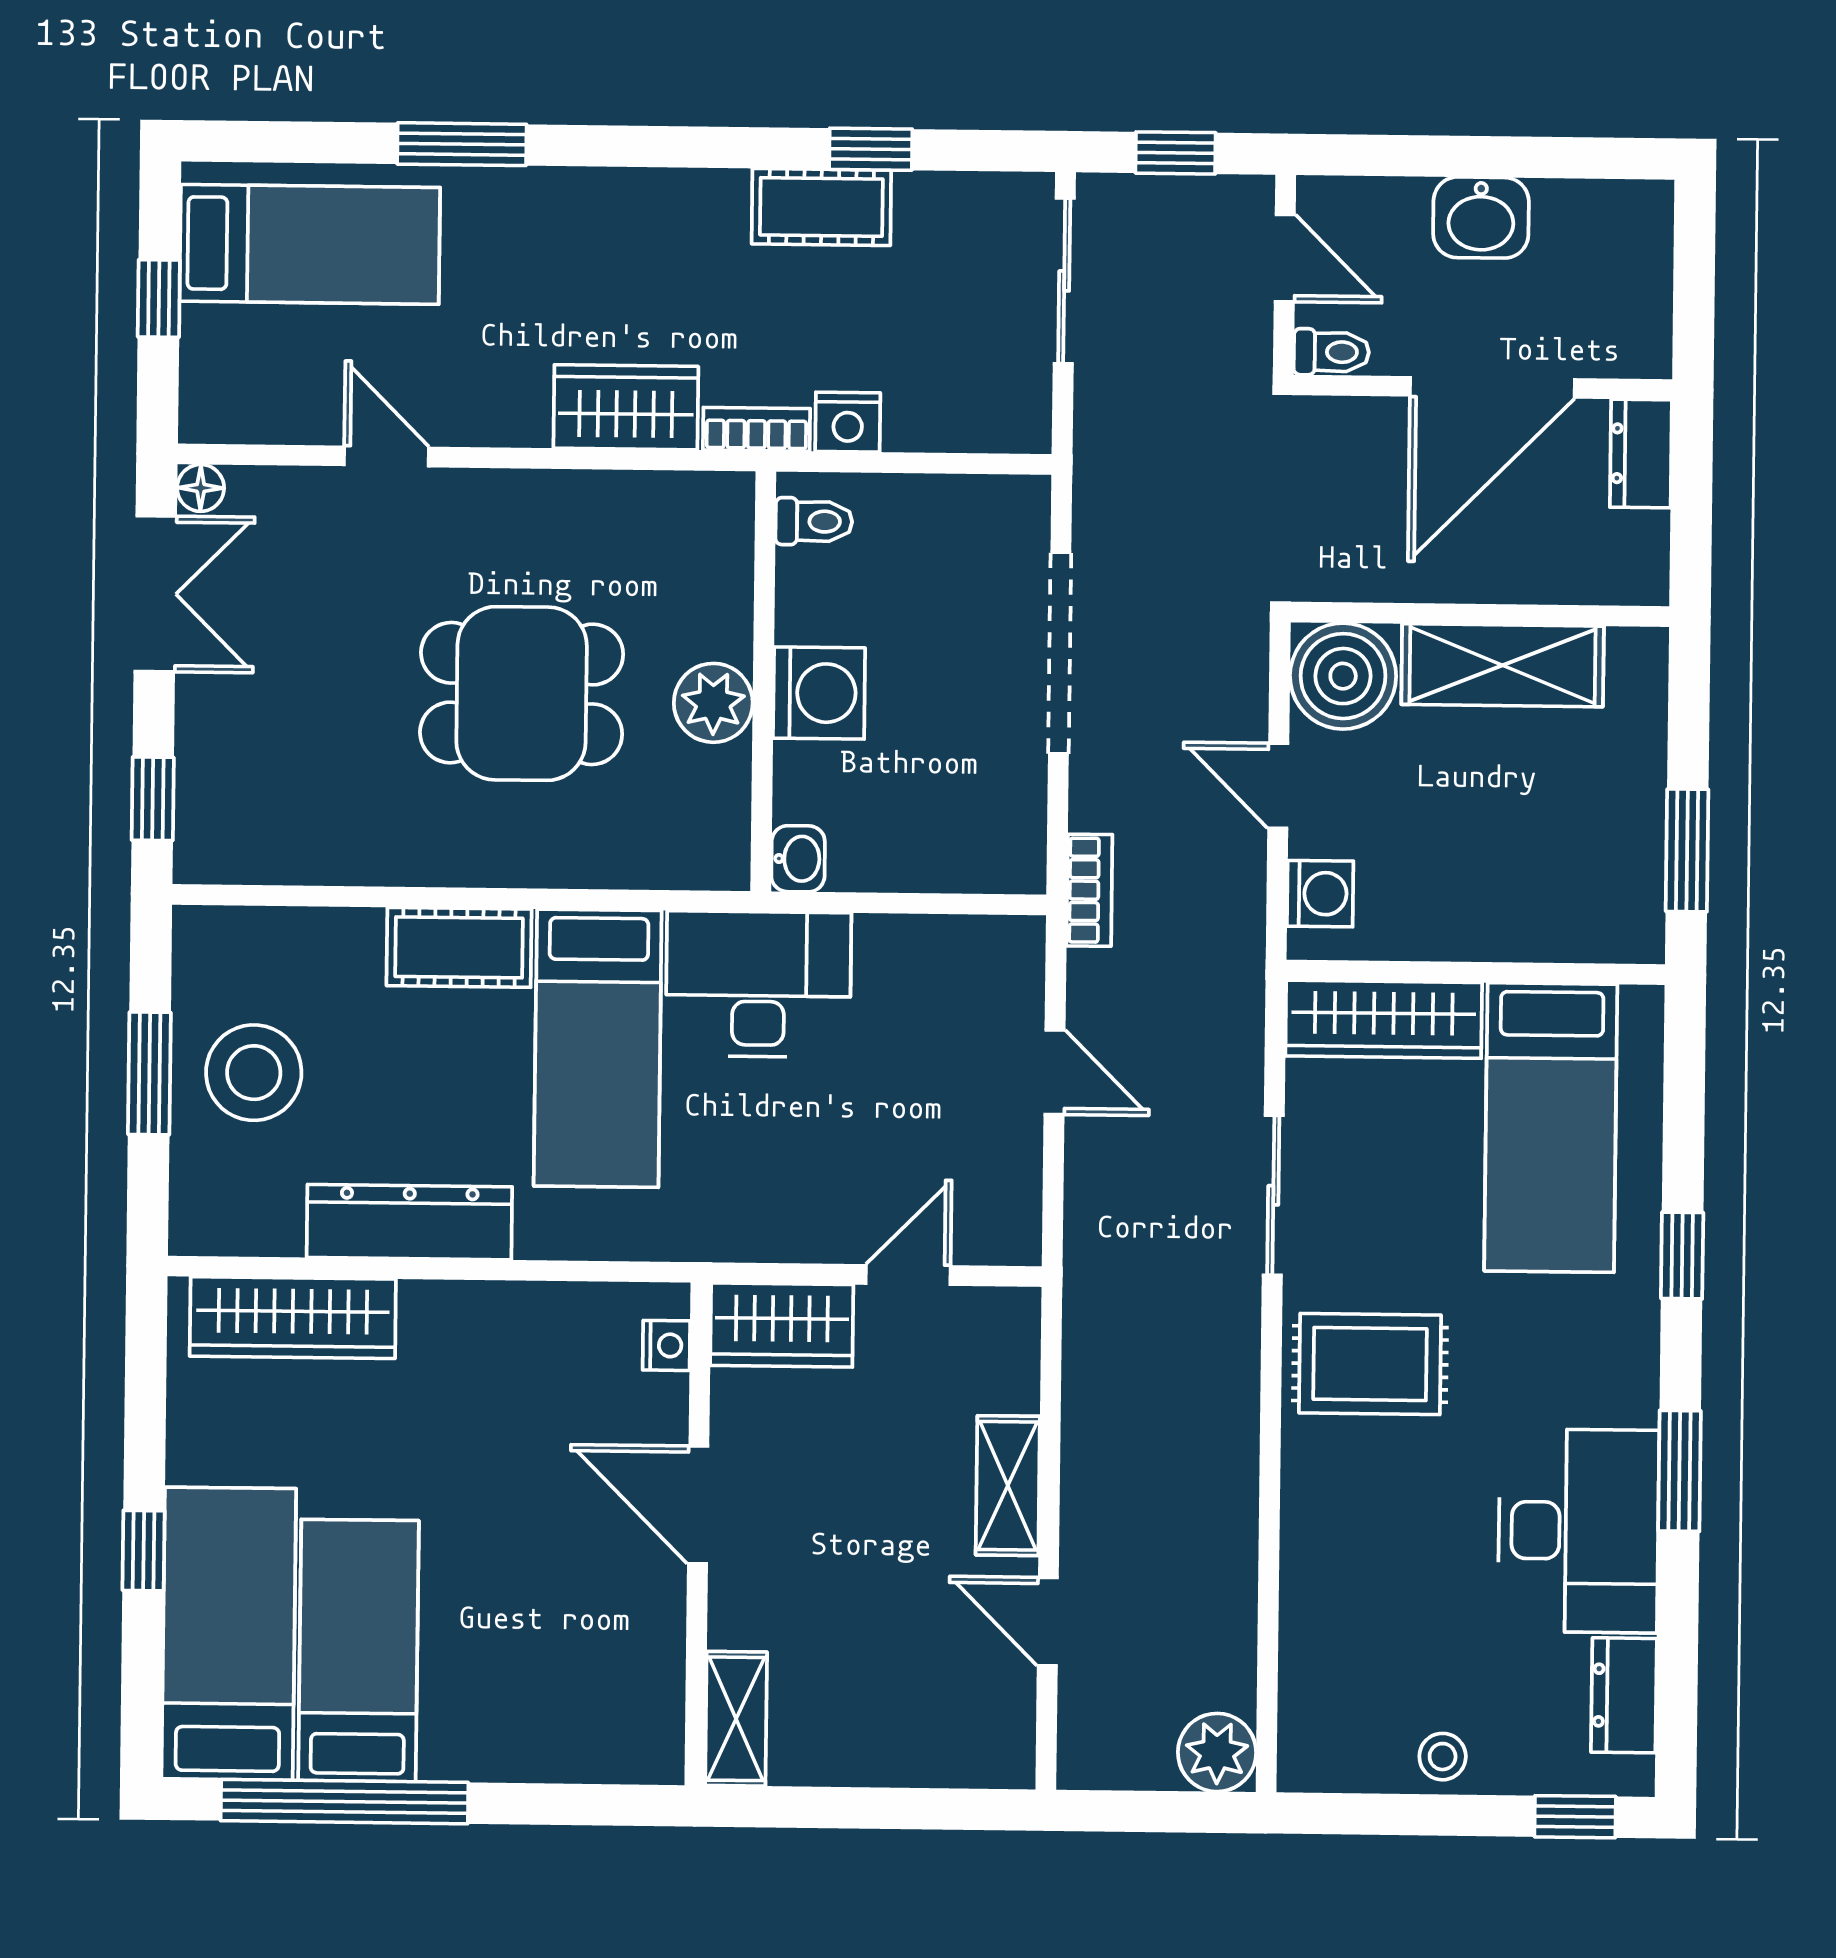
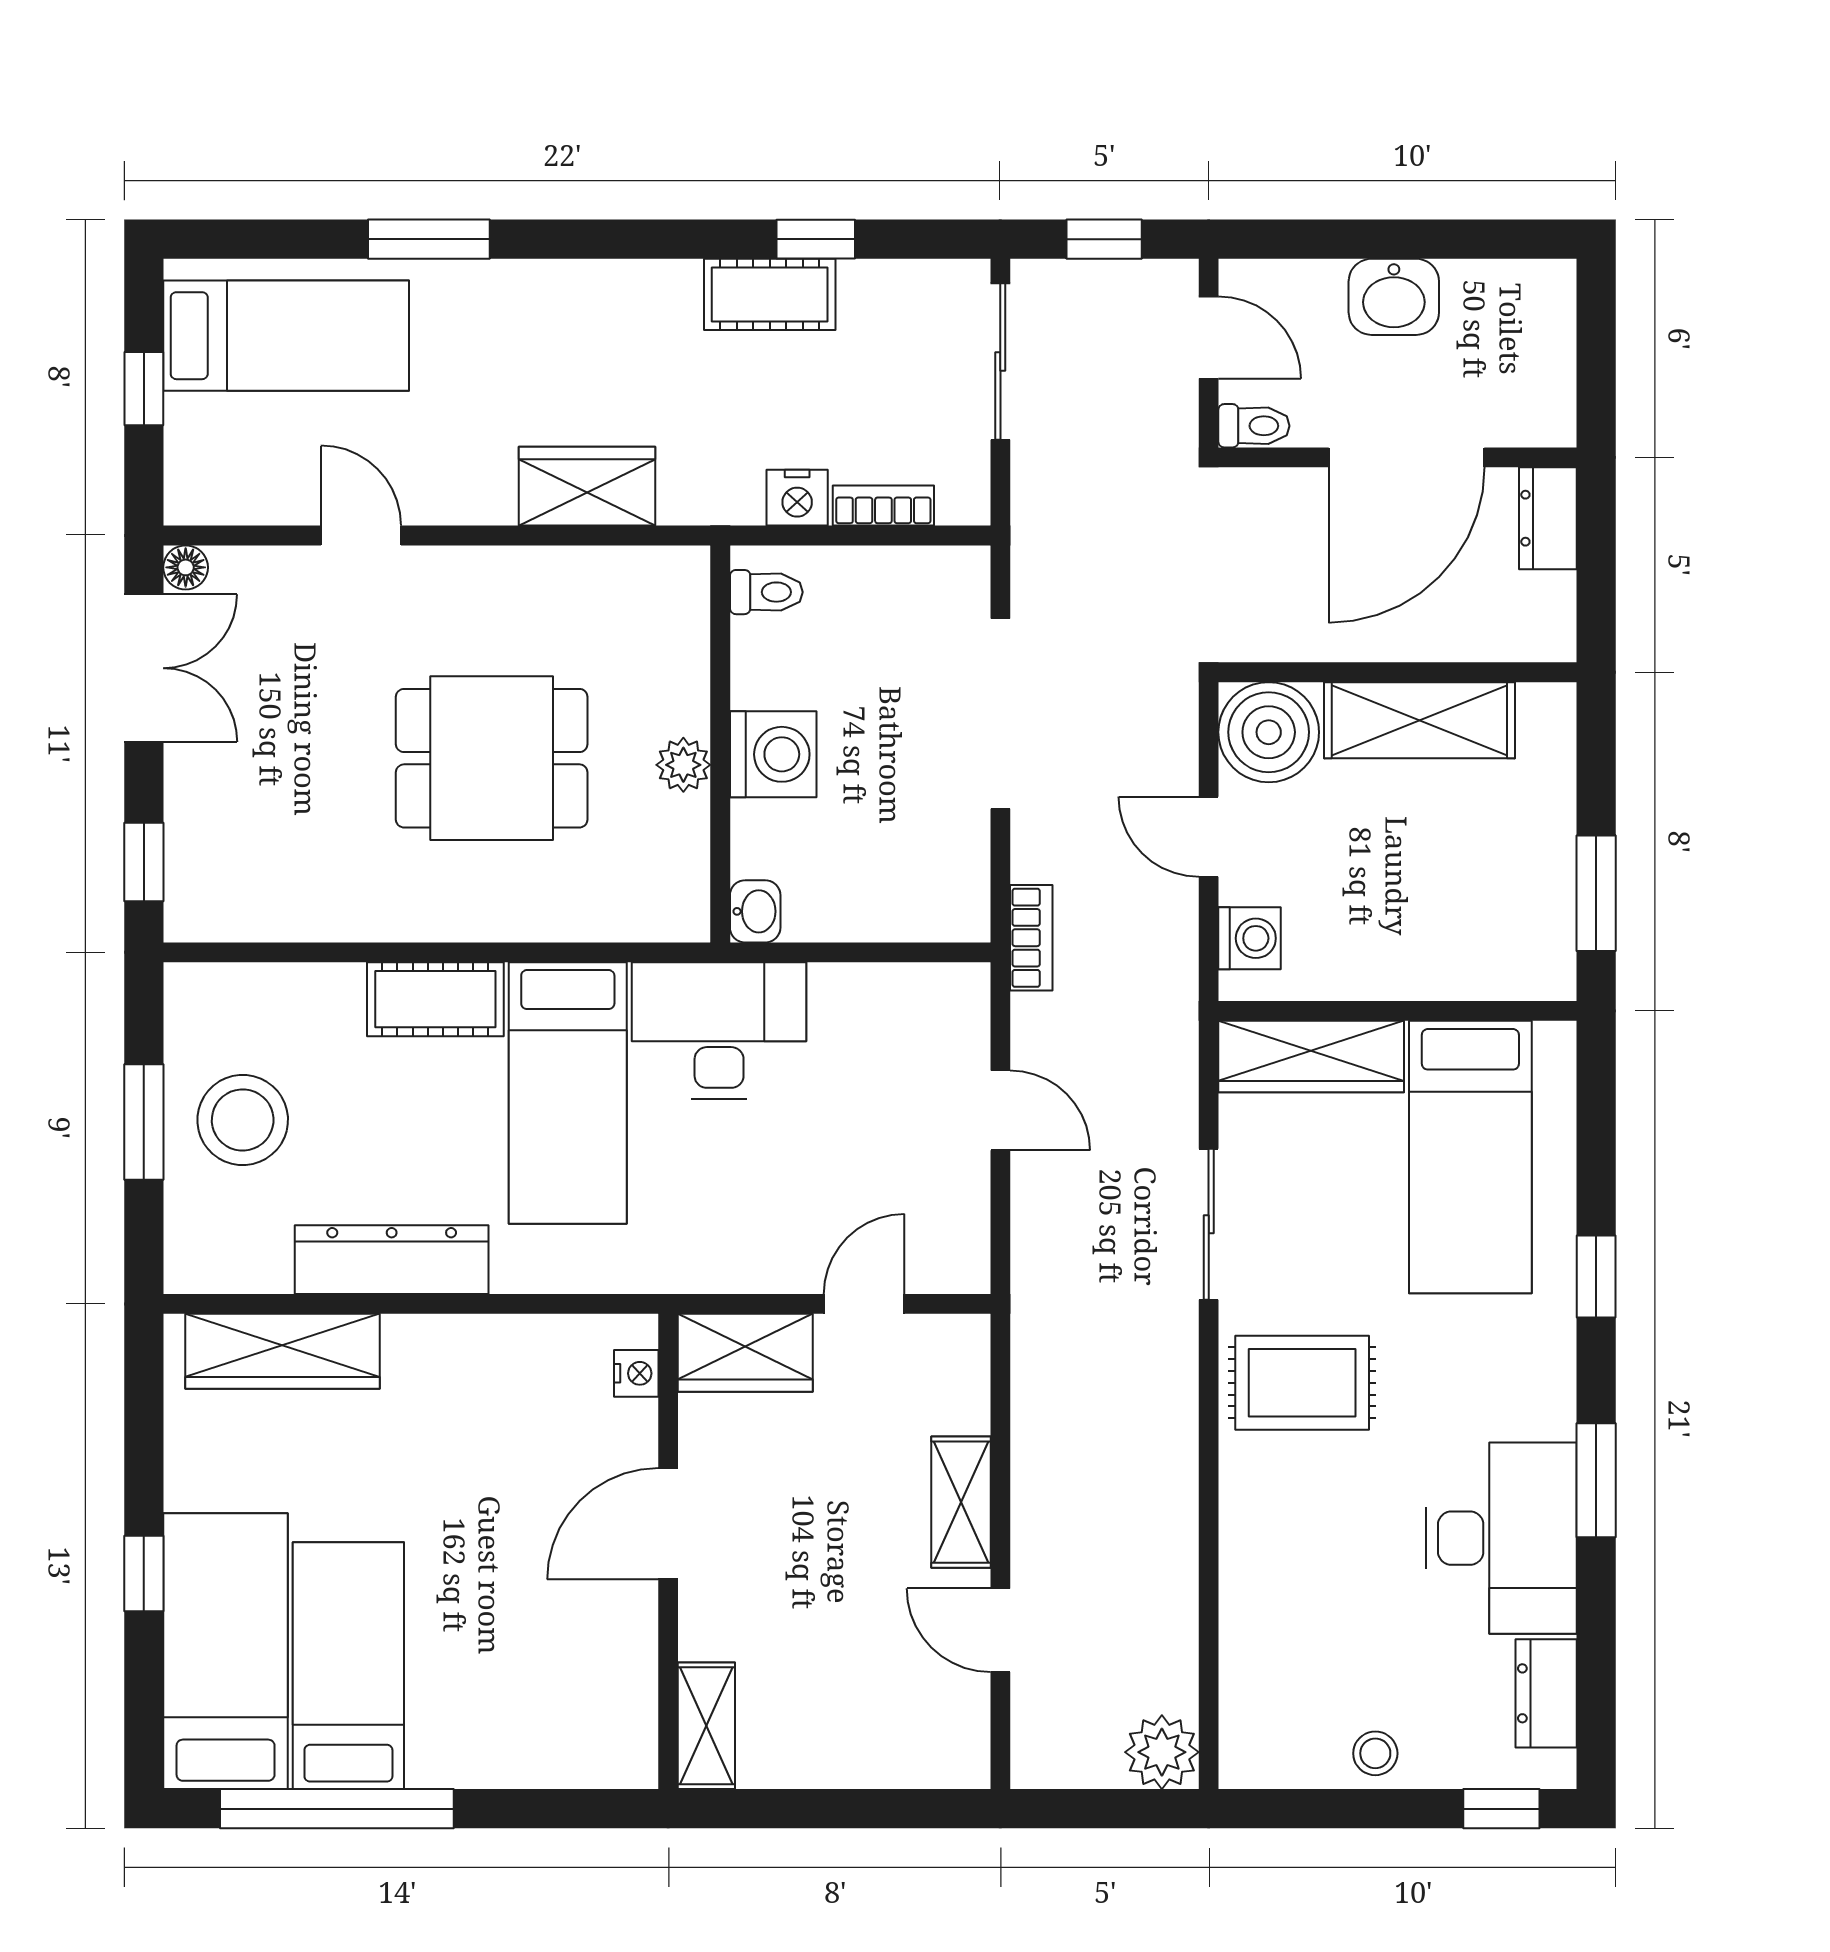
bookcase: (756, 429) -> (883, 505), moved
plant: (713, 703) -> (683, 765), width x0.73, depth x0.73
door: (698, 1505) -> (668, 1524), hinge flipped

